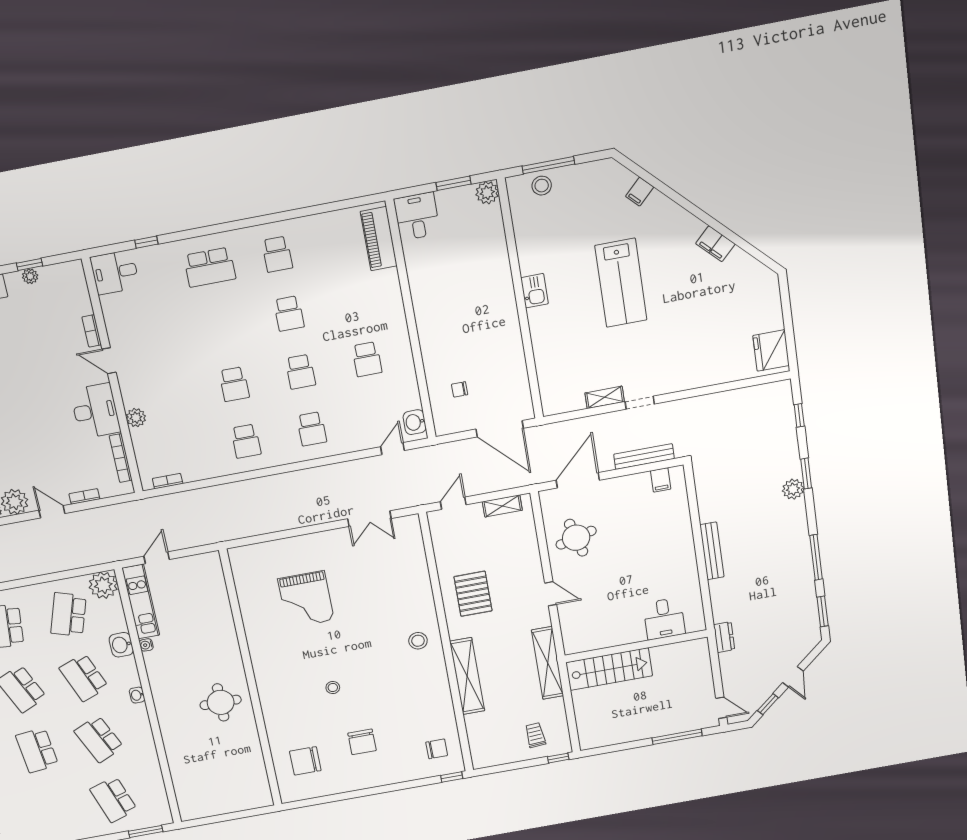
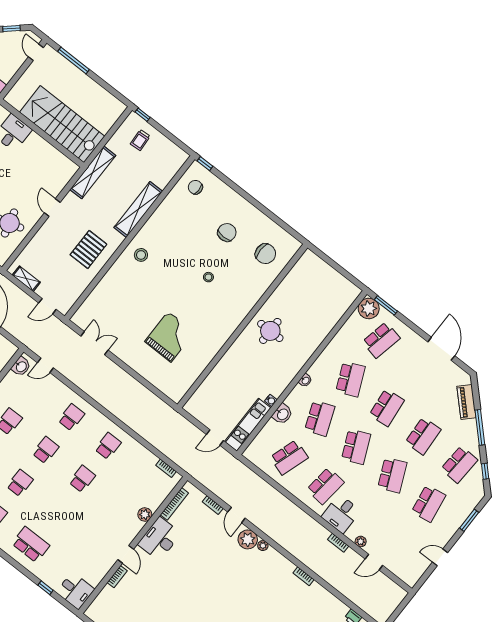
plant: (103, 585) -> (369, 308), moved
stairs: (609, 669) -> (62, 124), width x1.36, depth x1.51
school desk: (114, 800) -> (381, 340), turned 30

